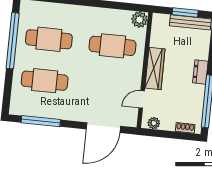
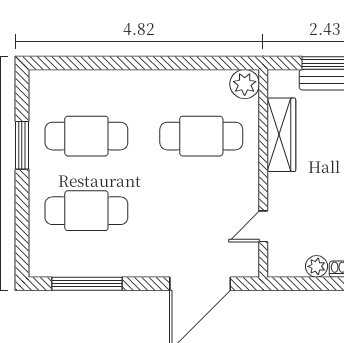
window: (13, 41) -> (22, 145), width x0.47
wardrobe: (155, 68) -> (281, 135), moved
plant: (154, 123) -> (316, 266), moved

